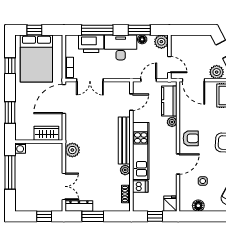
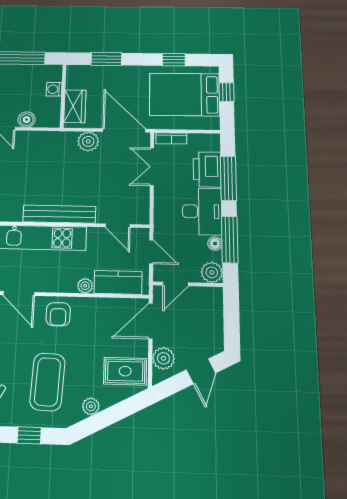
window: (139, 30) -> (230, 240), width x1.44
washing machine: (20, 148) -> (54, 89), moved
plant: (72, 150) -> (88, 141), moved
boiler: (57, 166) -> (27, 120), added
plant: (125, 170) -> (14, 215), removed

